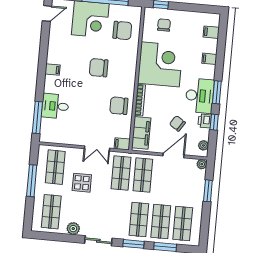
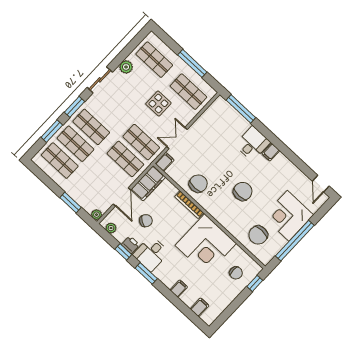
desk: (200, 96) -> (151, 254), width x0.73
desk: (55, 106) -> (253, 144), moved
filing cabinet: (141, 133) -> (148, 183), moved, turned -90

